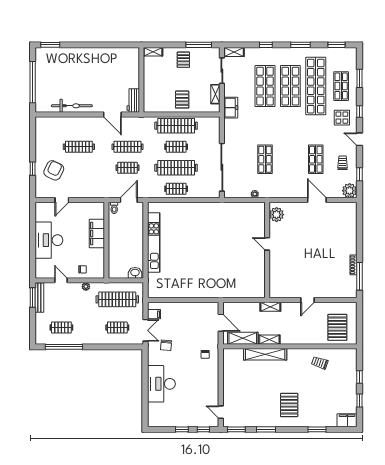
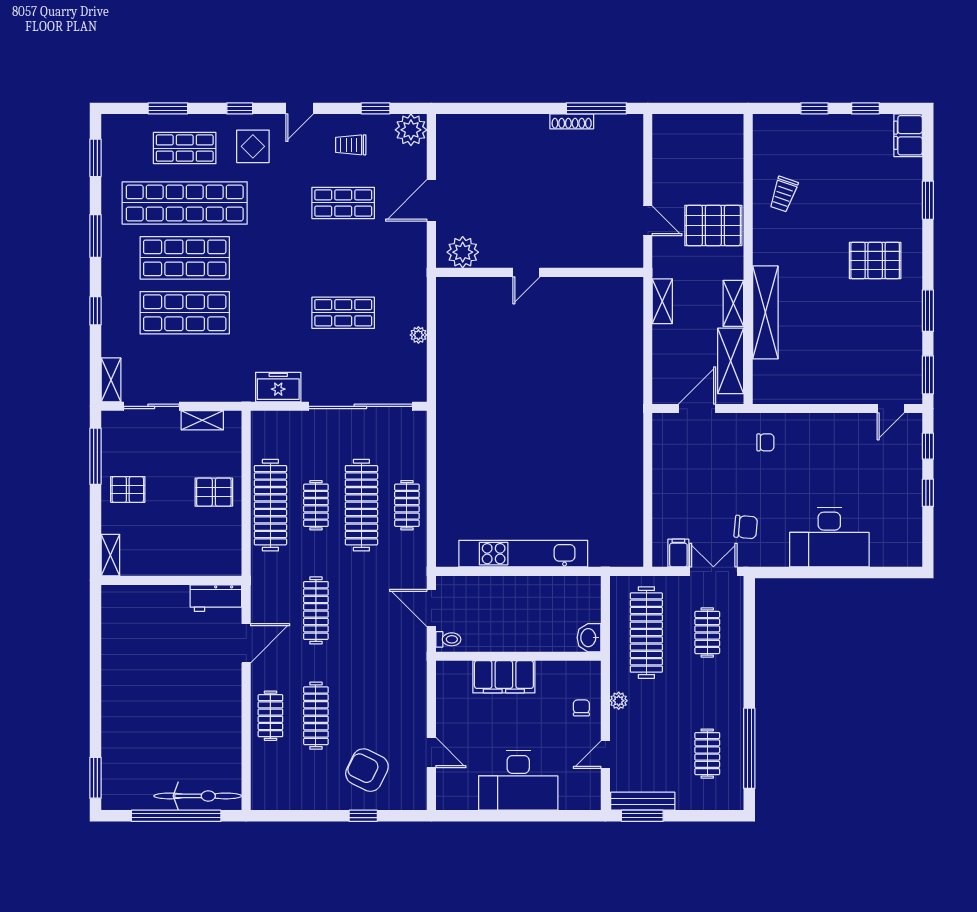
bicycle: (72, 106) -> (198, 796), moved, turned 90
freezer: (231, 108) -> (278, 387), moved
clothes rail: (128, 168) -> (270, 716), moved
plant: (277, 215) -> (463, 252), moved
door: (267, 244) -> (526, 272), moved
wall: (267, 250) -> (540, 272), moved
washbasin: (135, 273) -> (589, 638), moved
pallet: (337, 327) -> (713, 226), moved

